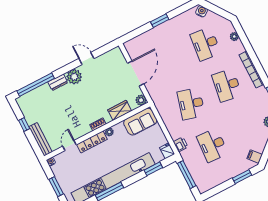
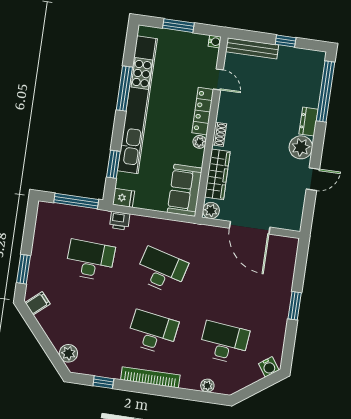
wardrobe: (120, 110) -> (217, 174), width x1.50

